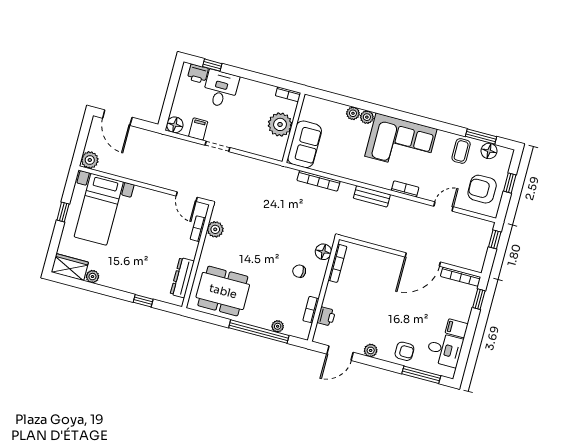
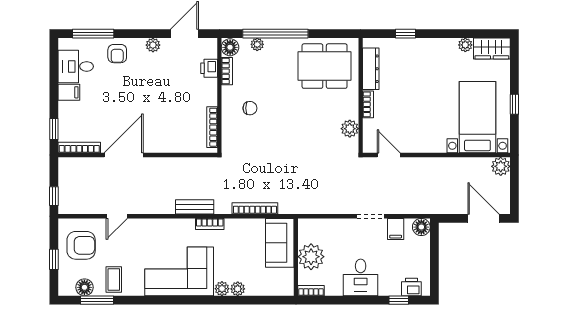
desk: (221, 89) -> (361, 277), moved
bookcase: (405, 189) -> (210, 224), moved
bookcase: (198, 229) -> (368, 104), moved
floor lamp: (323, 252) -> (230, 47), moved
armchair: (404, 351) -> (117, 54), turned -90

